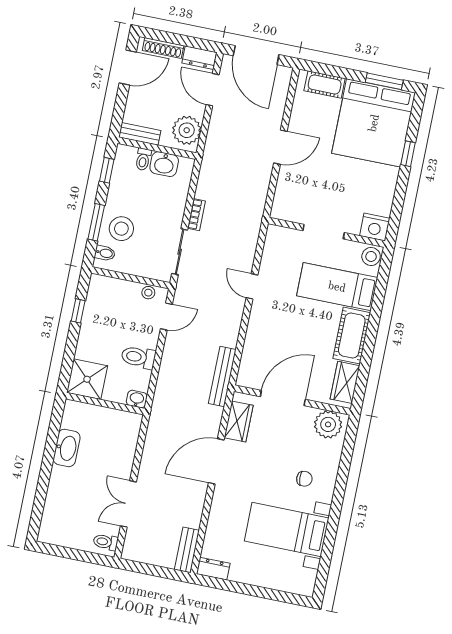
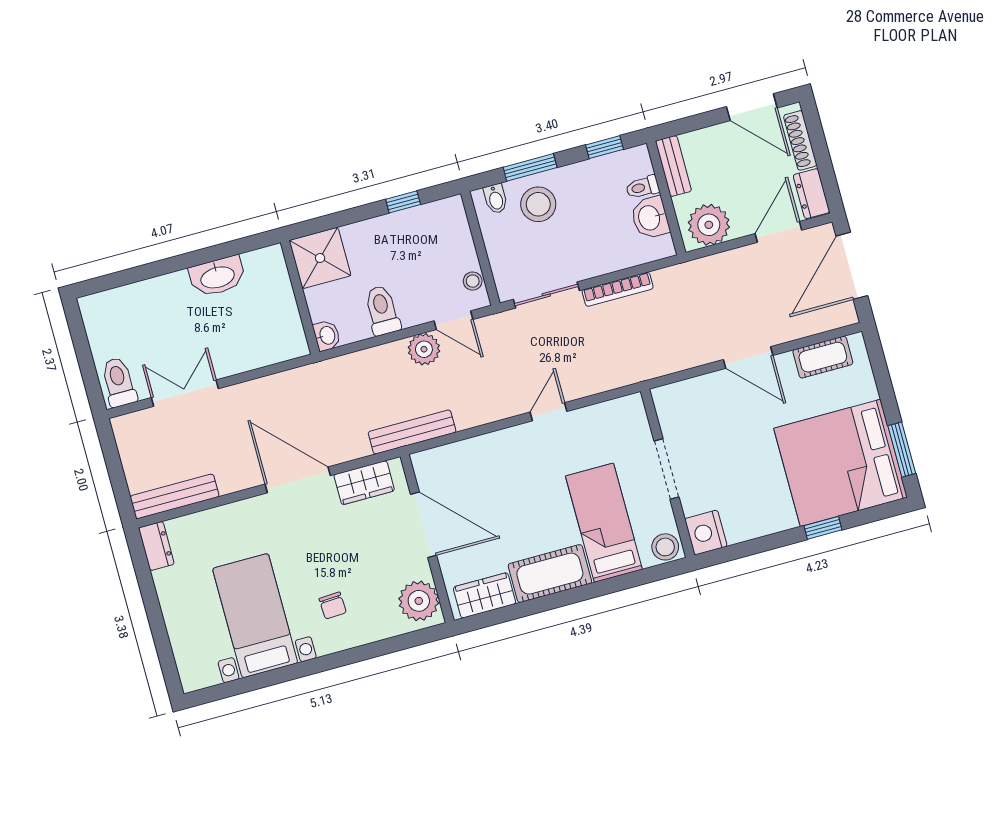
cot: (325, 85) -> (823, 357), moved, turned 90
bookcase: (196, 215) -> (618, 289), width x1.56
plant: (175, 344) -> (424, 349), added
toilet: (106, 542) -> (119, 382), width x1.37, depth x1.39
bench: (187, 550) -> (175, 496), width x1.36

